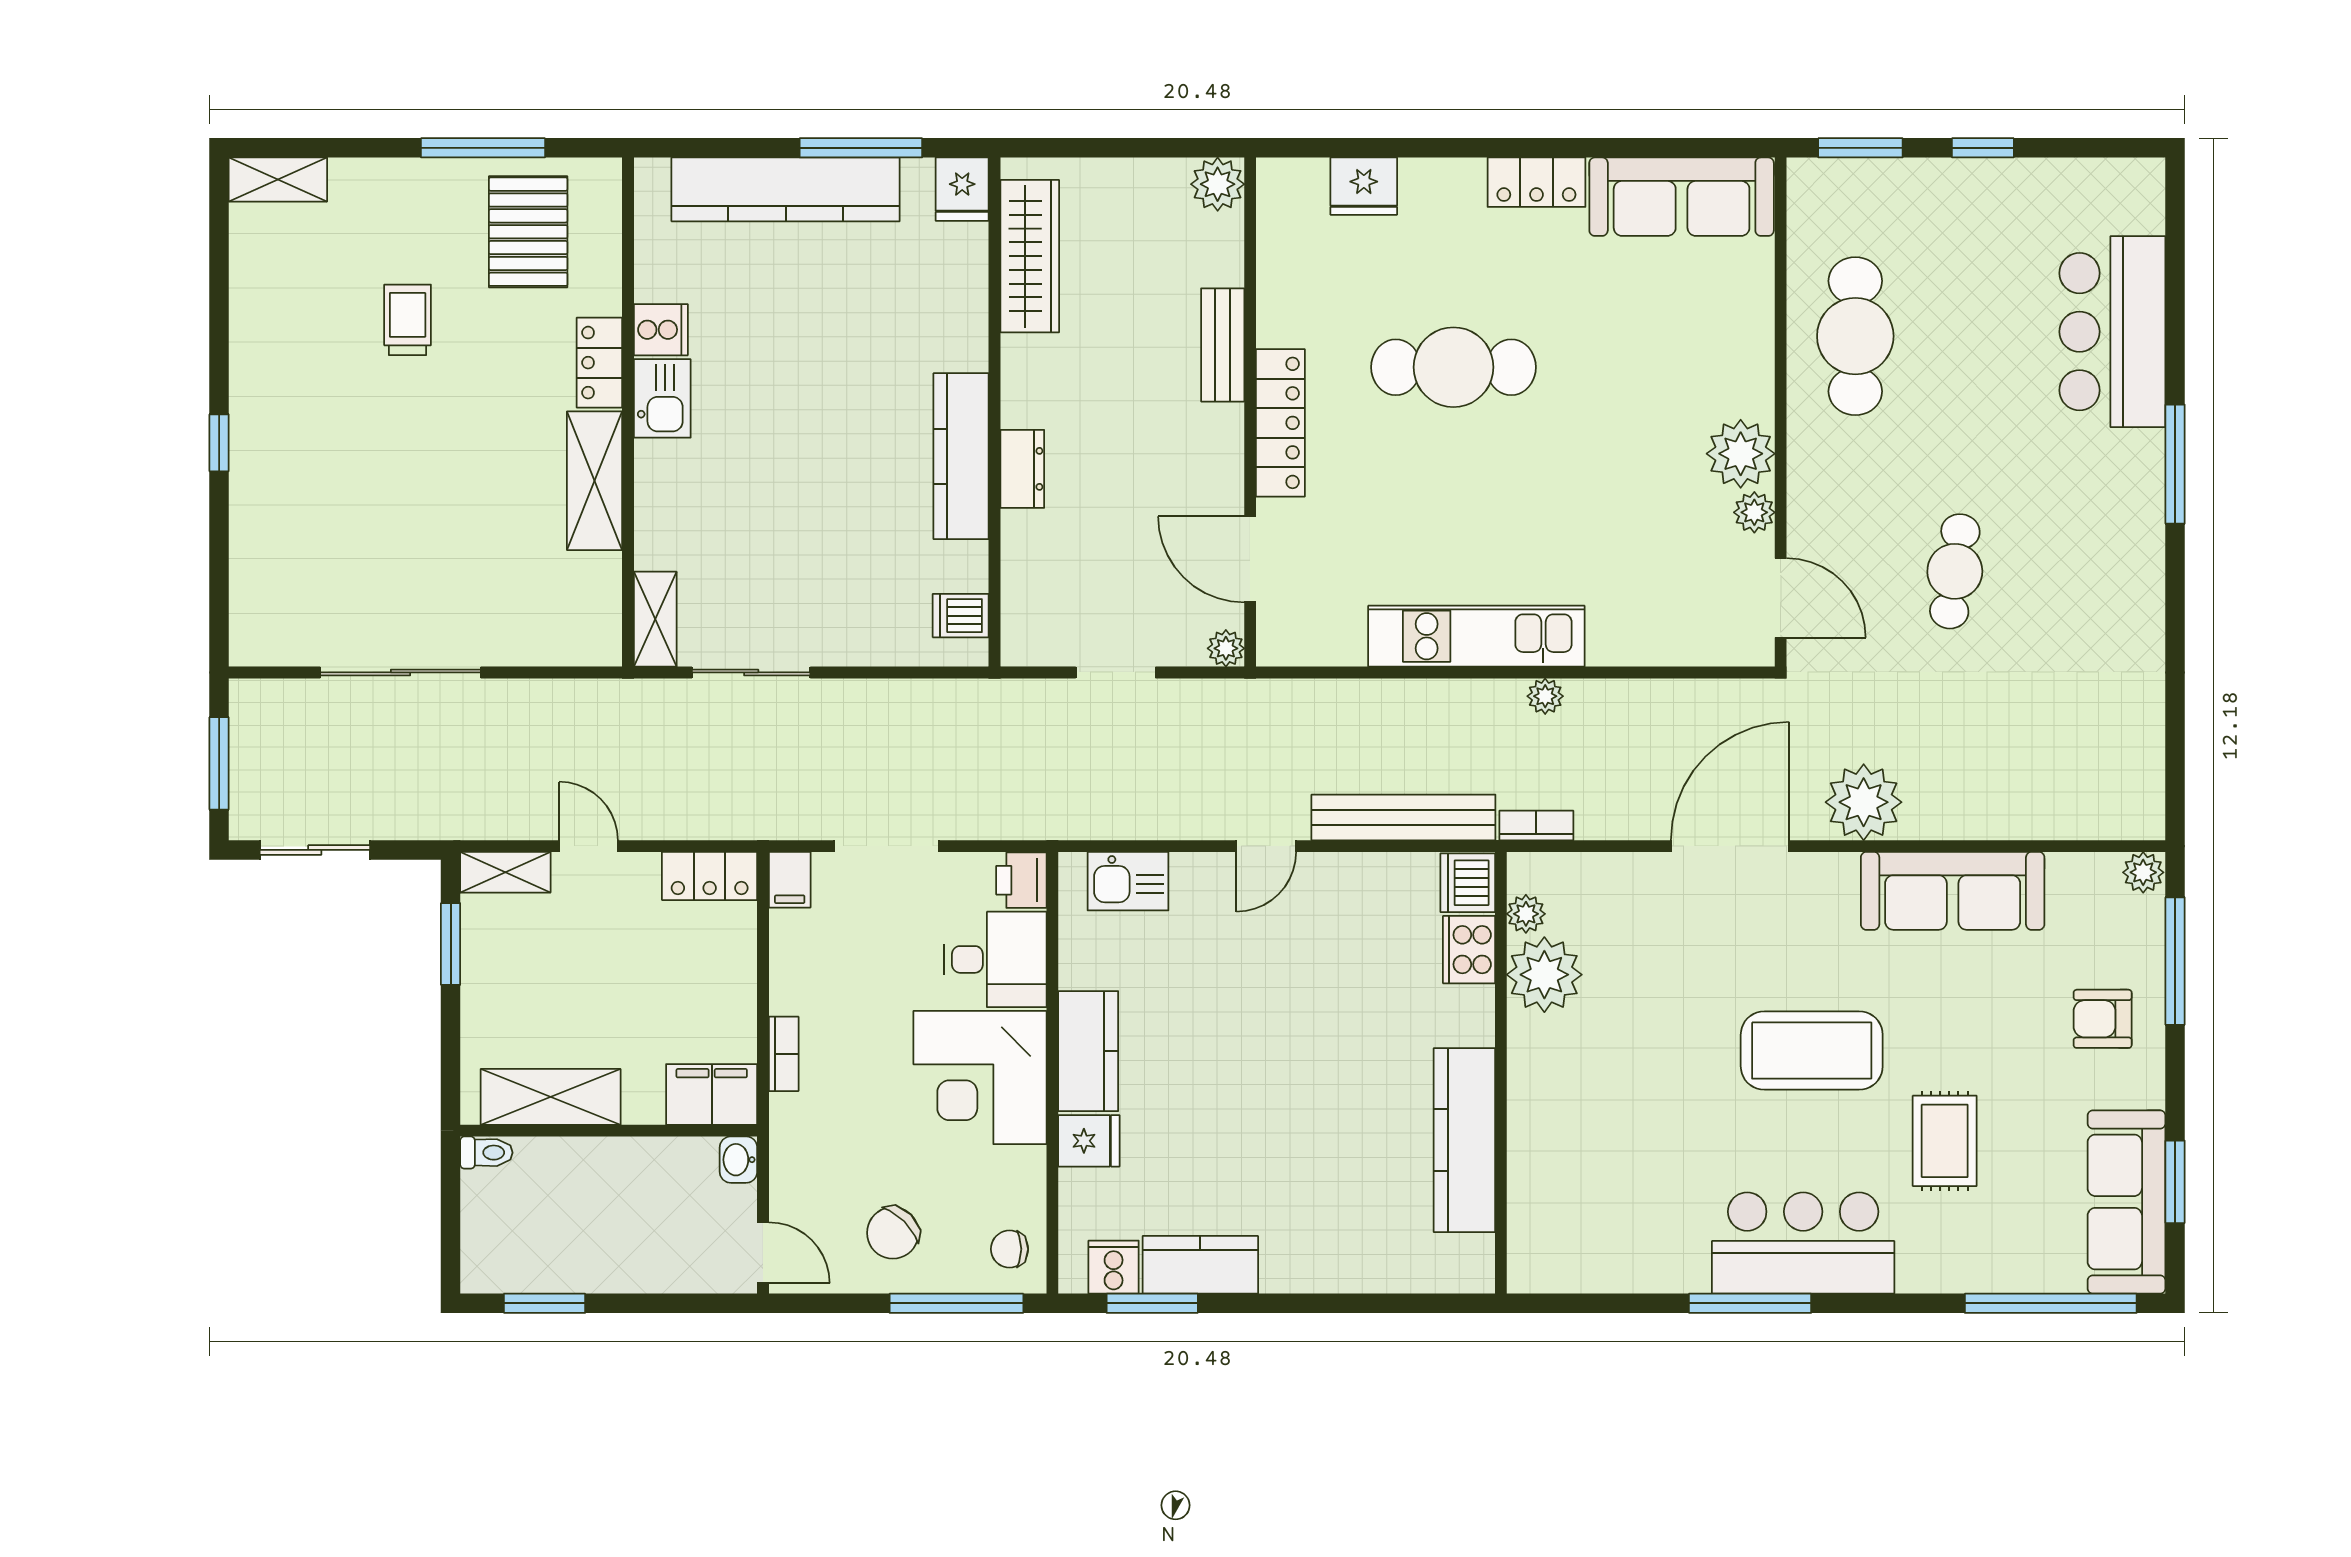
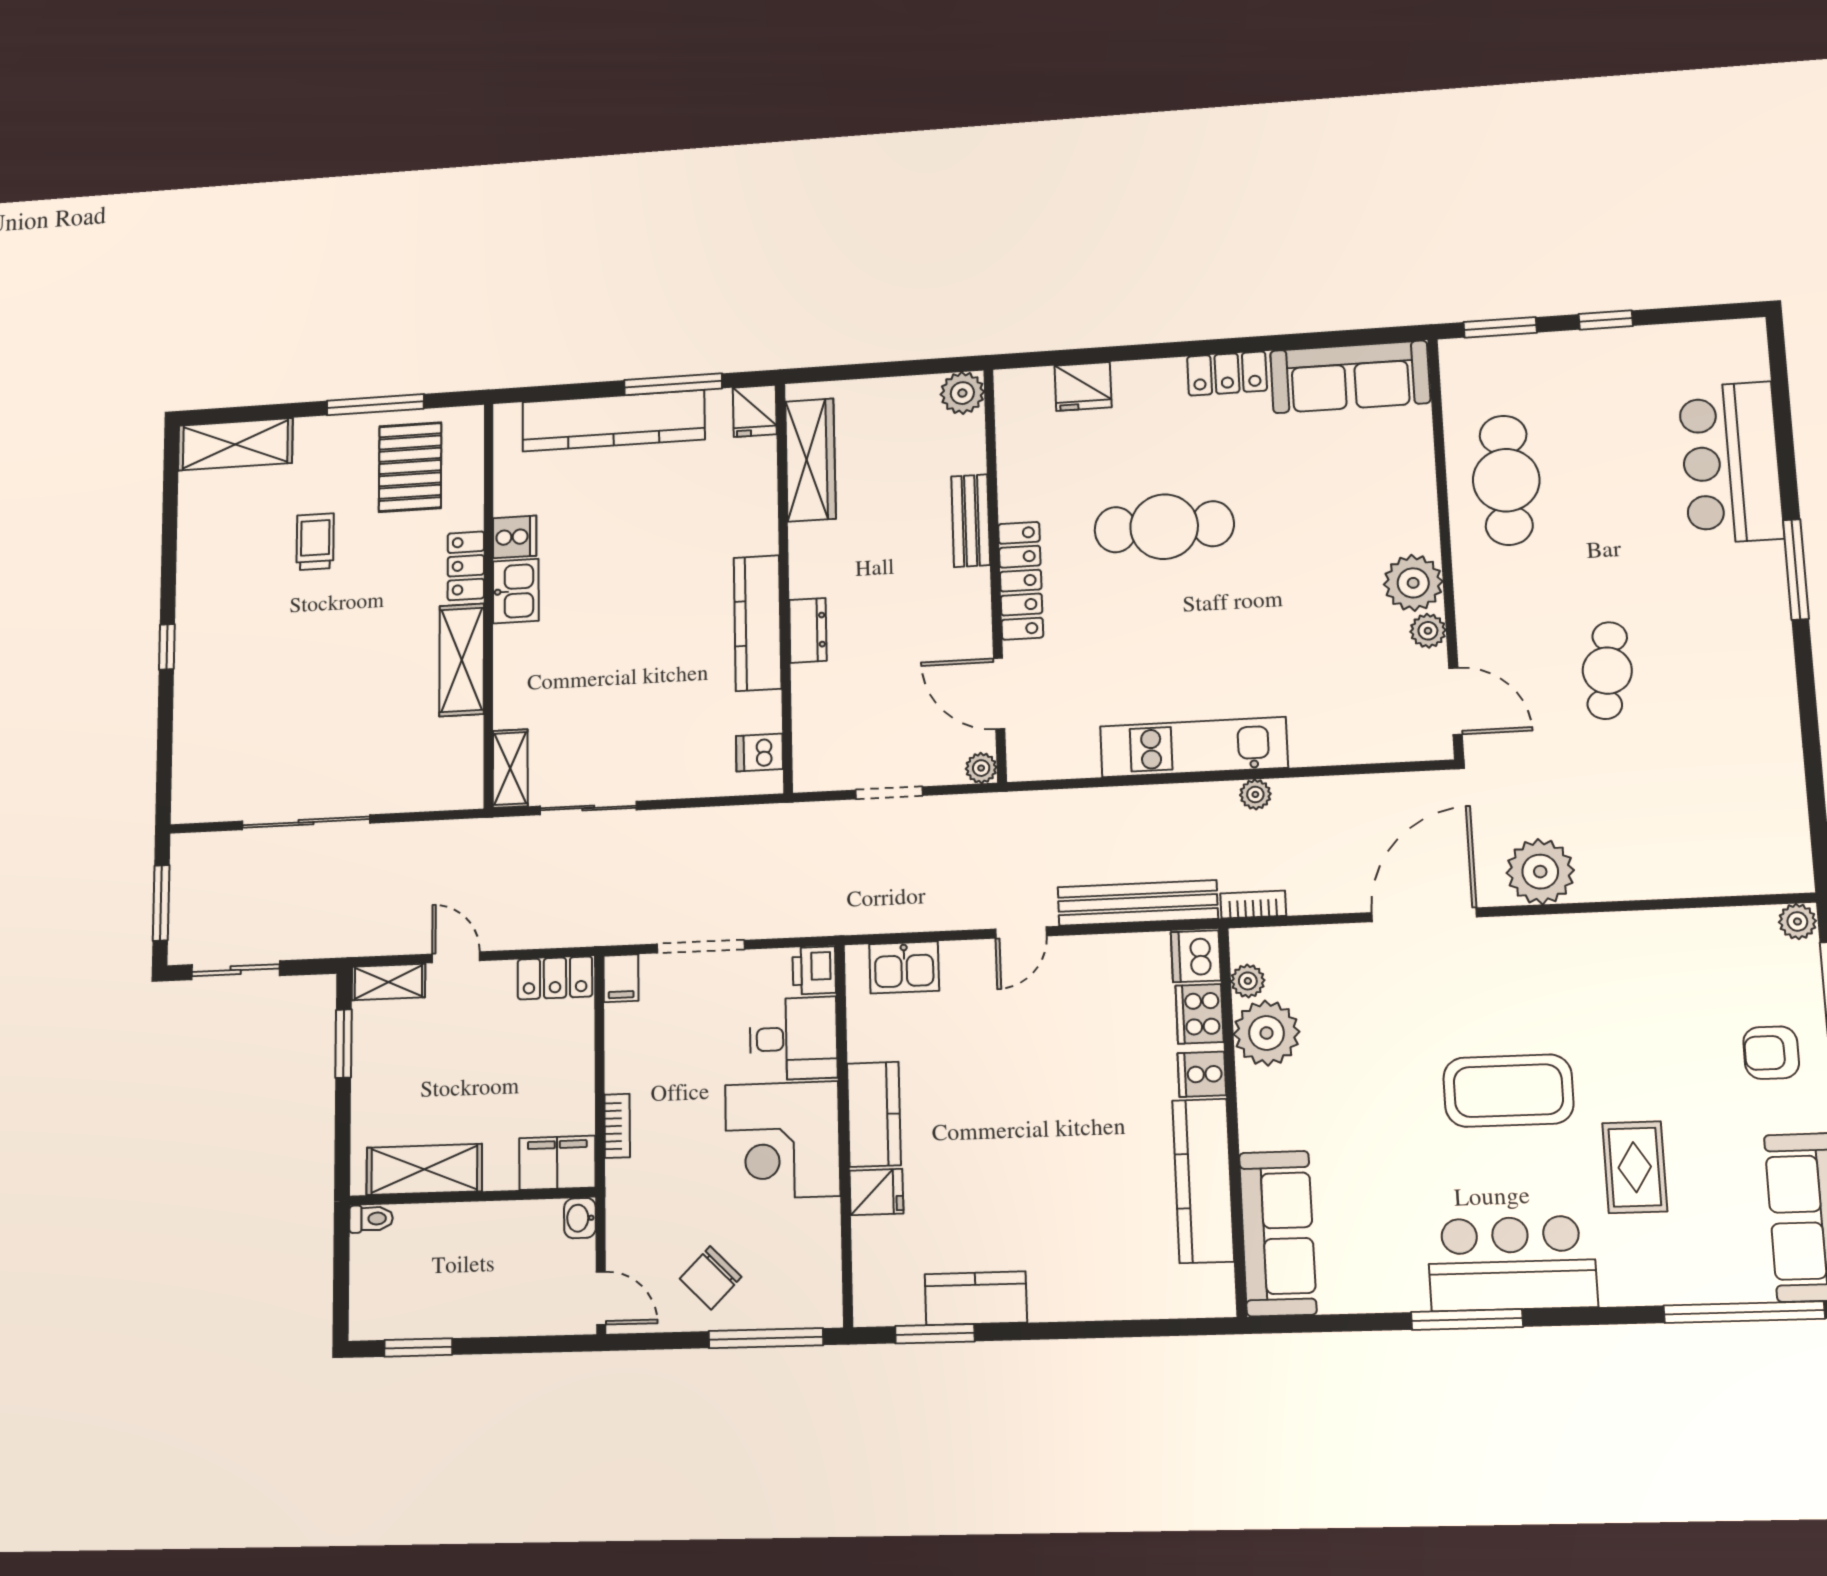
shelving: (278, 180) -> (235, 444), width x1.50, depth x1.33
sofa: (1953, 891) -> (1278, 1233), moved, turned -90
chair: (1009, 1249) -> (810, 1289), removed
cooker: (1114, 1267) -> (1202, 1074), moved, turned -90

